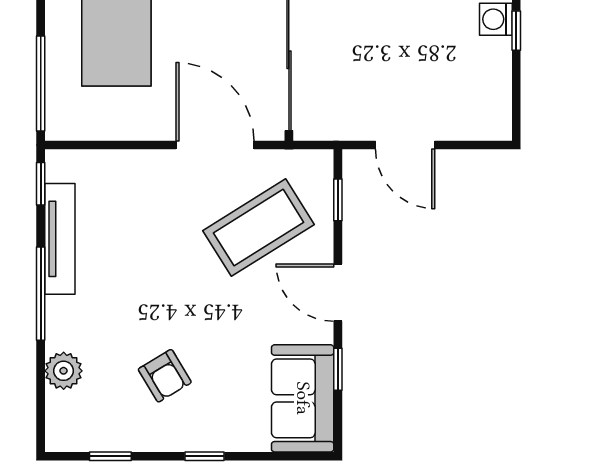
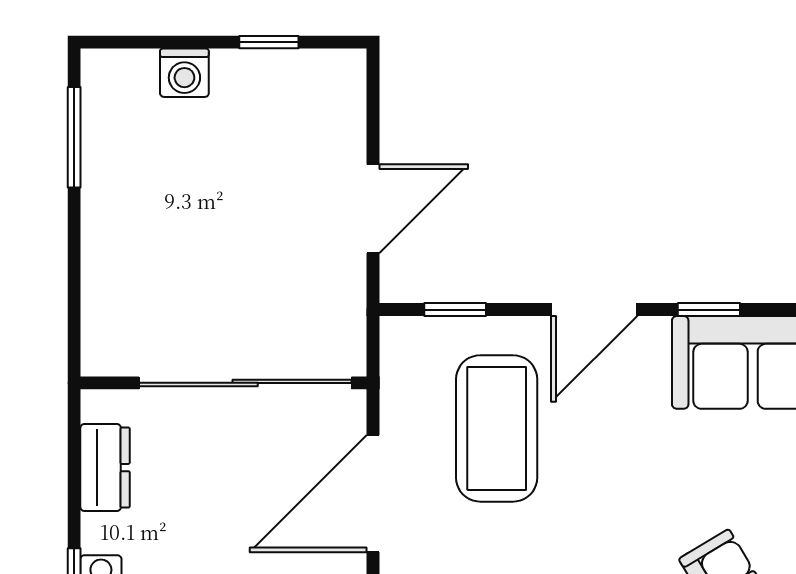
window: (516, 31) -> (269, 42), moved
coffee table: (259, 228) -> (497, 428), turned 32

